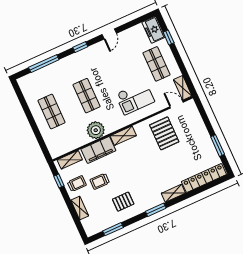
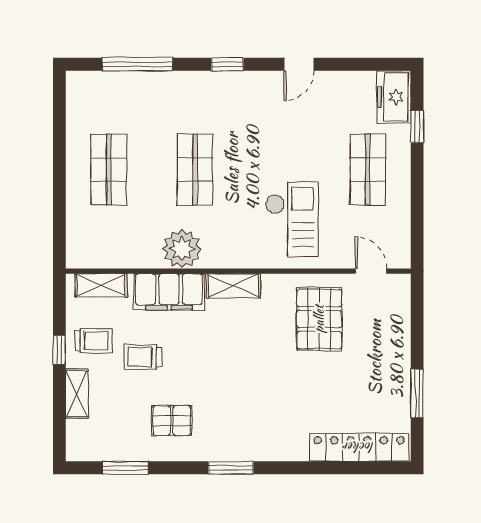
shelving: (183, 88) -> (399, 243), removed
checkout: (135, 98) -> (292, 219), turned -90
window: (59, 181) -> (59, 350), moved
shelving: (173, 193) -> (282, 450), removed

